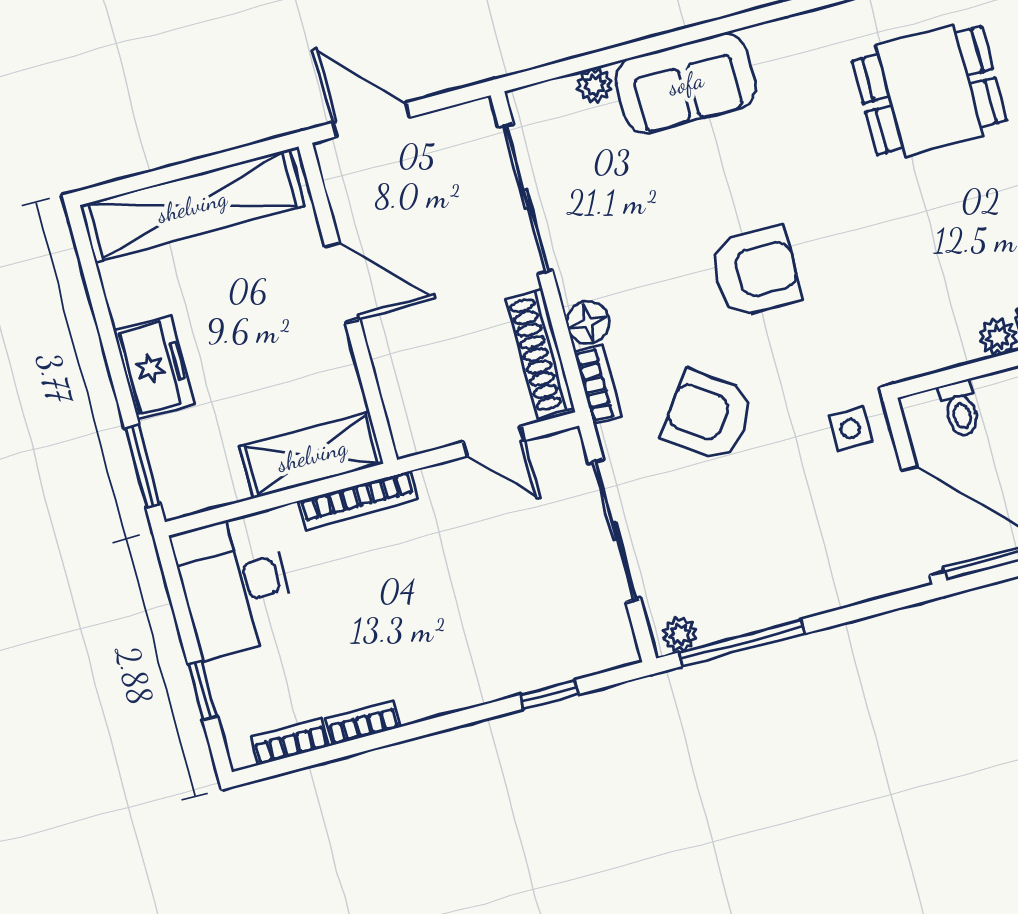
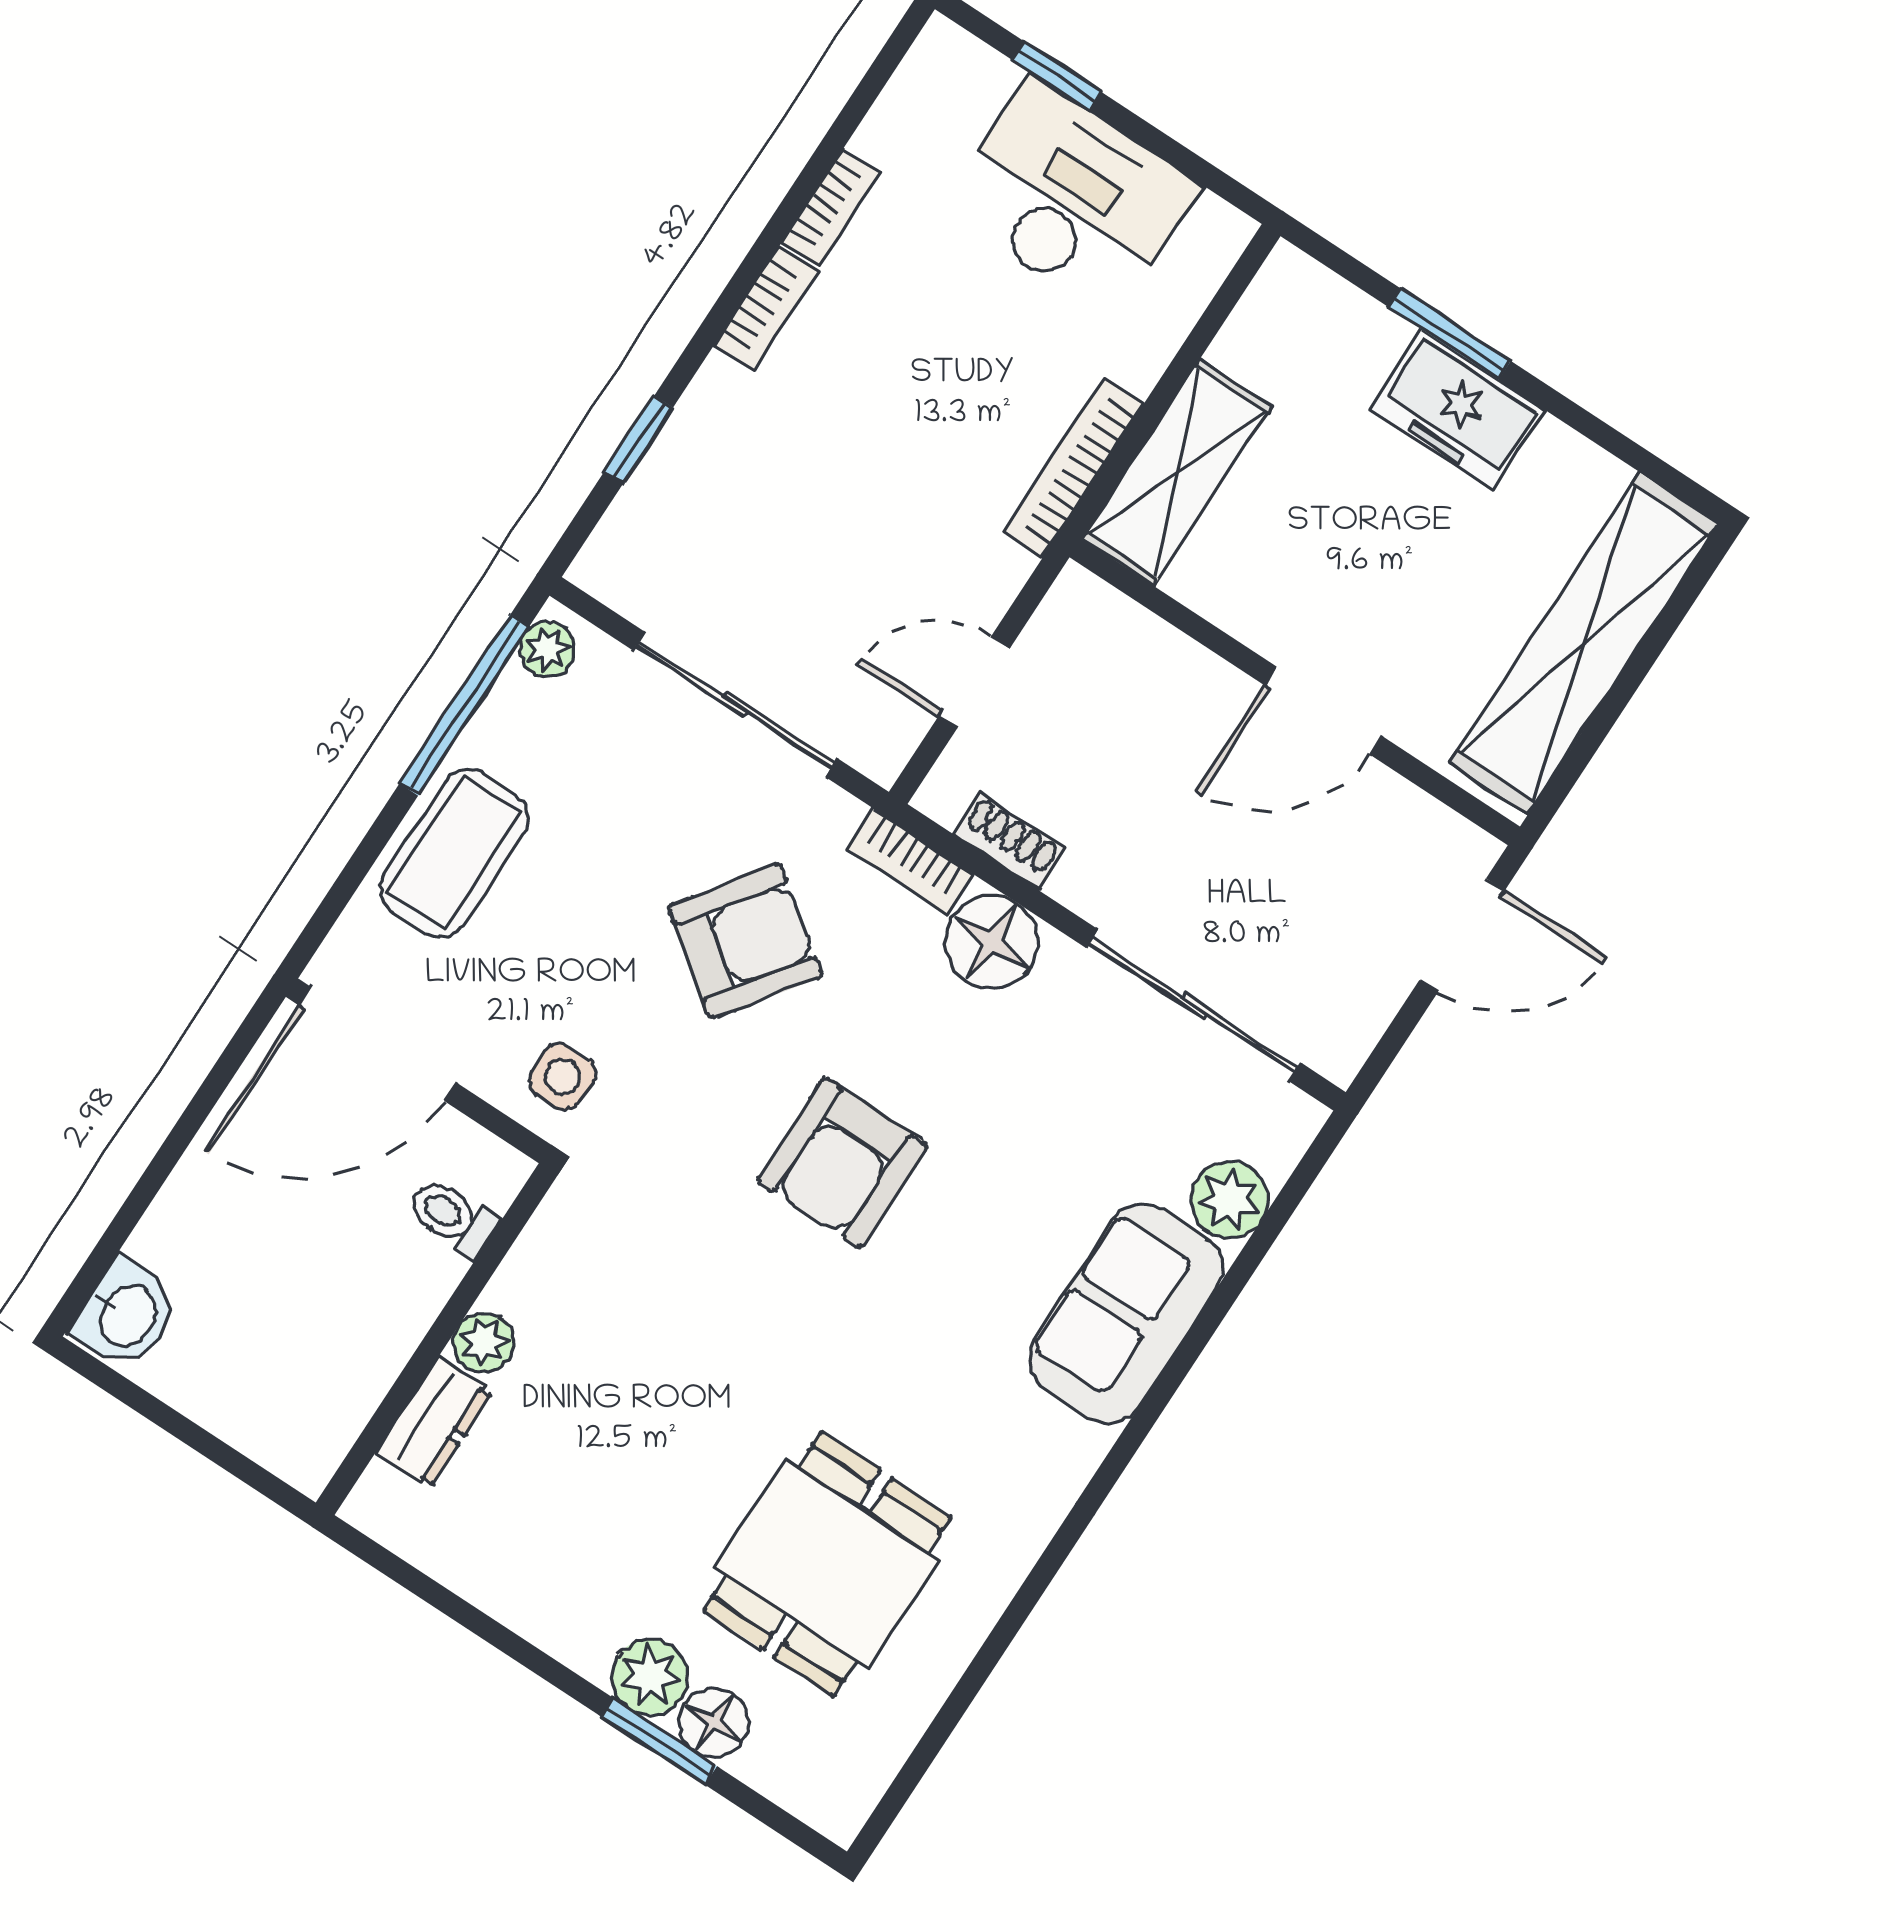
plant: (595, 85) -> (1229, 1200), width x1.38, depth x1.38
floor lamp: (588, 322) -> (992, 942), width x1.38, depth x1.38
shoe rack: (540, 353) -> (1009, 841), width x0.51, depth x0.81
window: (142, 466) -> (1450, 334), moved
coffee table: (808, 578) -> (454, 854), added
desk: (235, 585) -> (1072, 197), moved
bookcase: (290, 742) -> (766, 308), moved

